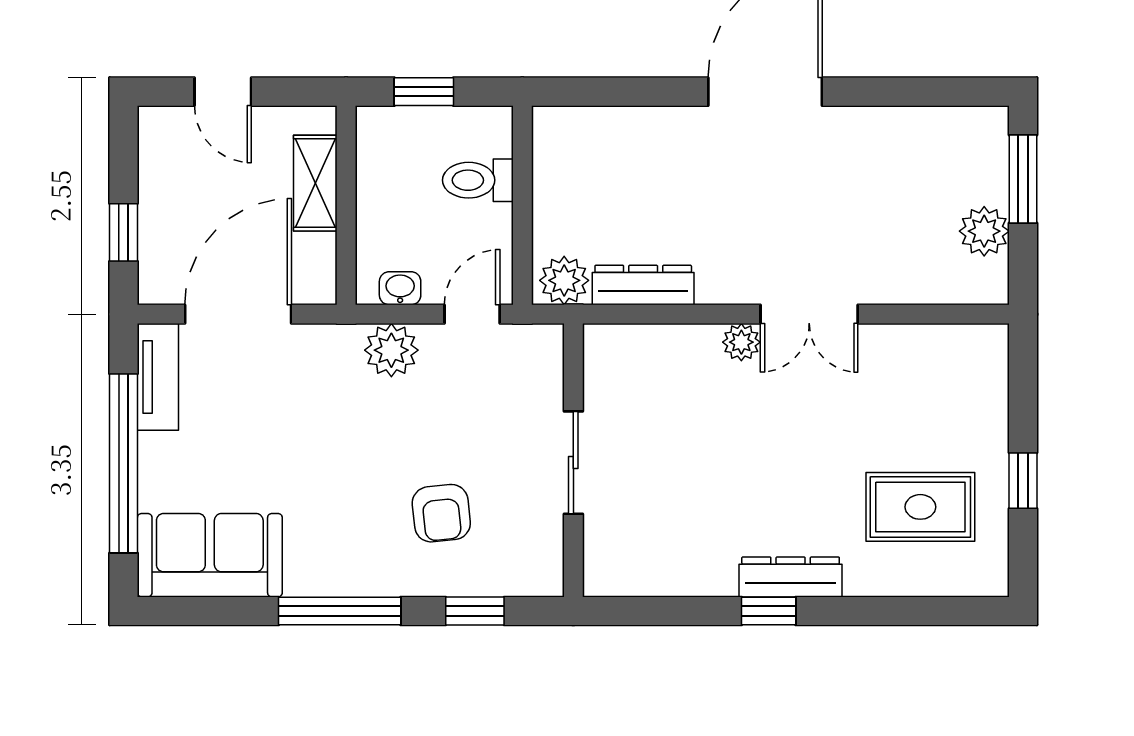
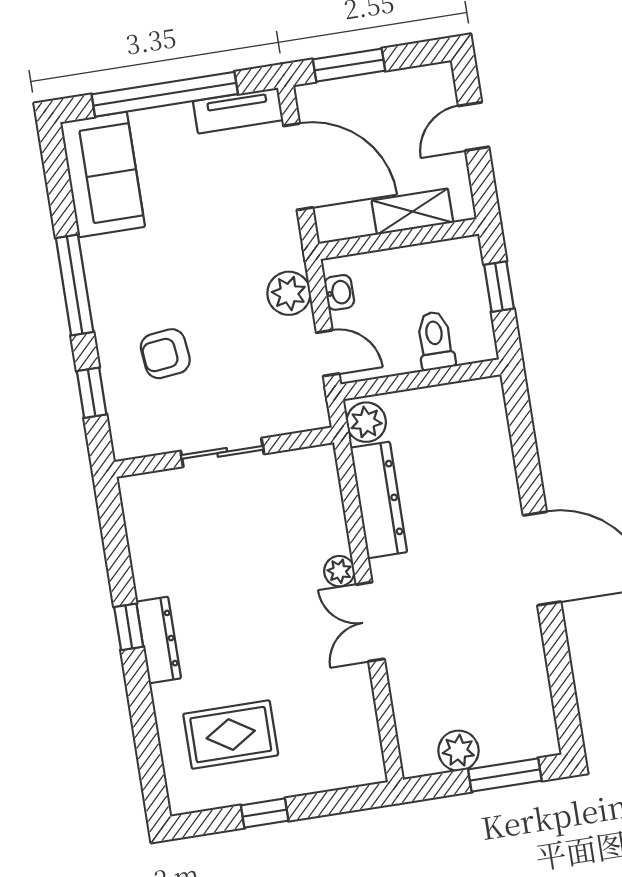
window: (124, 232) -> (349, 65), width x1.50
dresser: (643, 285) -> (379, 500), width x1.37, depth x1.24
rug: (920, 507) -> (231, 735), turned 90

